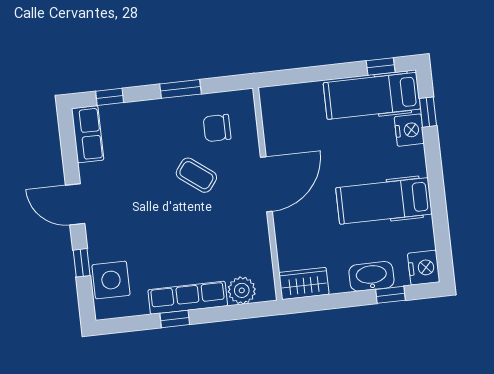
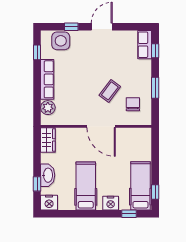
nightstand: (409, 130) -> (111, 203), moved
row of seats: (88, 134) -> (145, 45), moved, turned 90
window: (175, 319) -> (37, 52), moved

